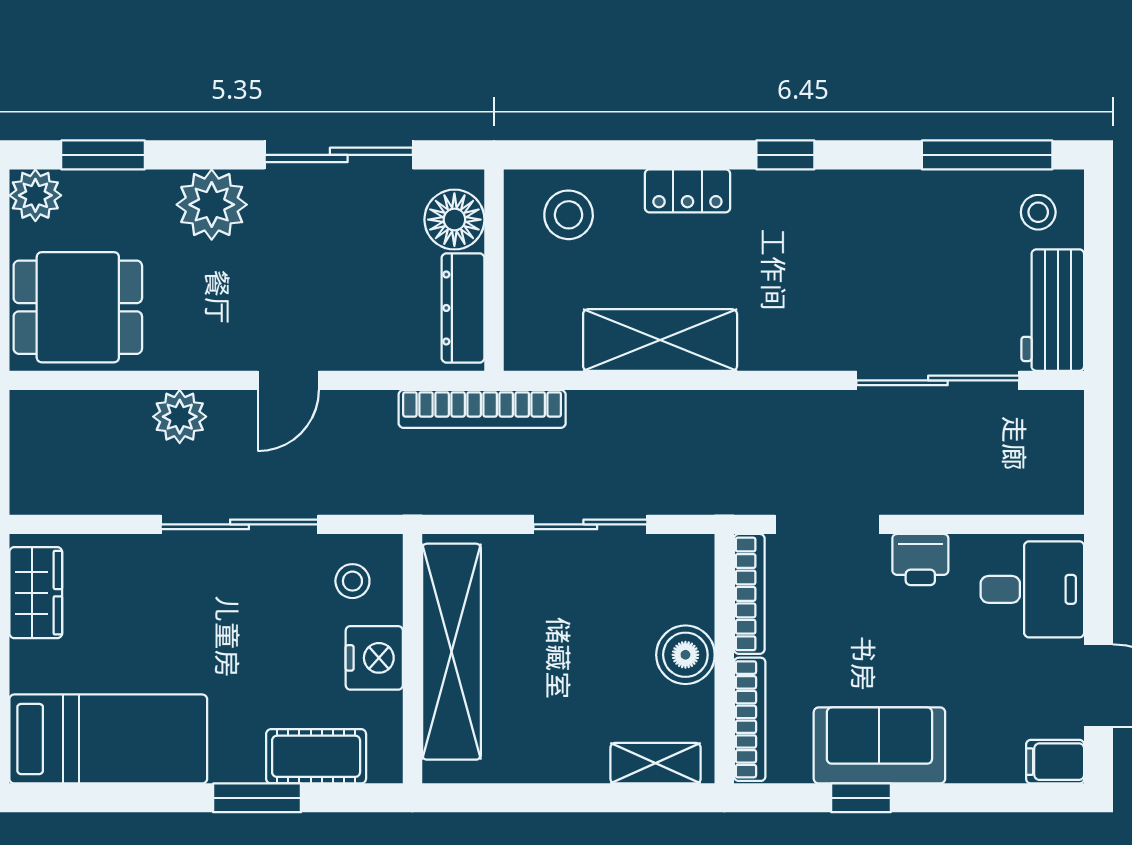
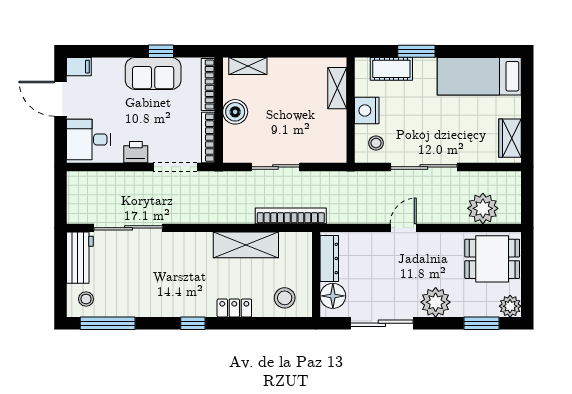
bookcase: (482, 409) -> (291, 216), moved
plant: (180, 417) -> (483, 208), moved, width x1.36, depth x1.36
shelving: (451, 652) -> (337, 88), width x0.45, depth x0.75

